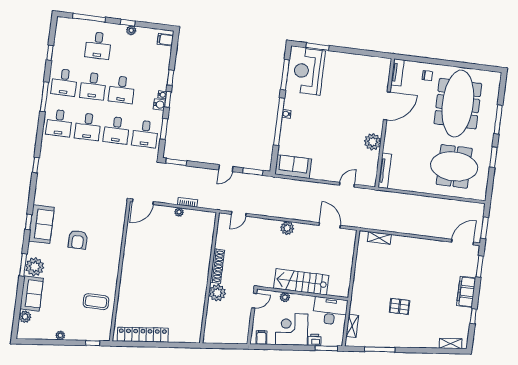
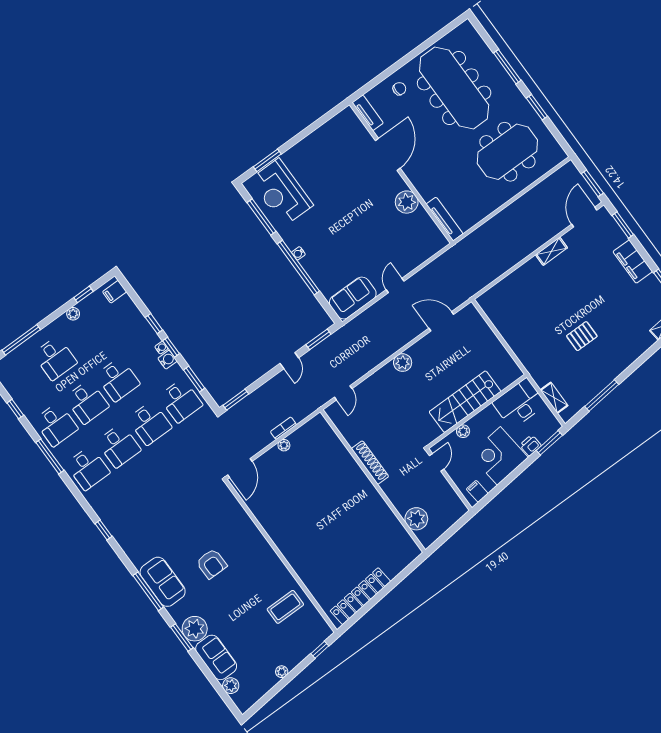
window: (128, 23) -> (83, 294), moved
door: (347, 185) -> (395, 285), moved
window: (29, 222) -> (148, 591), width x2.17
shelving: (379, 238) -> (551, 251), moved
plant: (217, 293) -> (416, 519), moved

